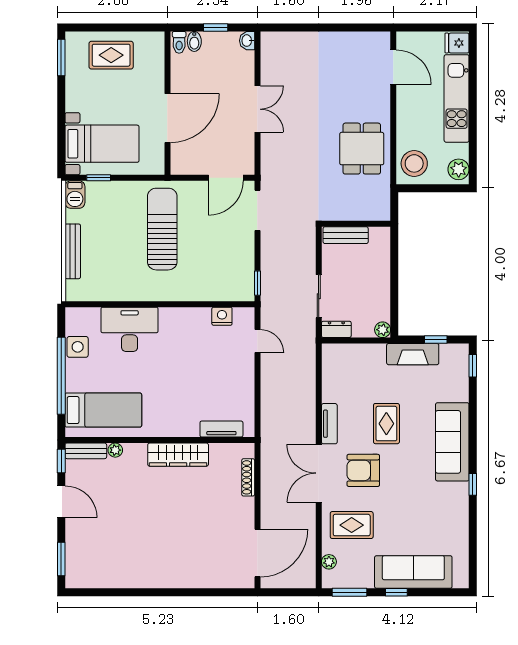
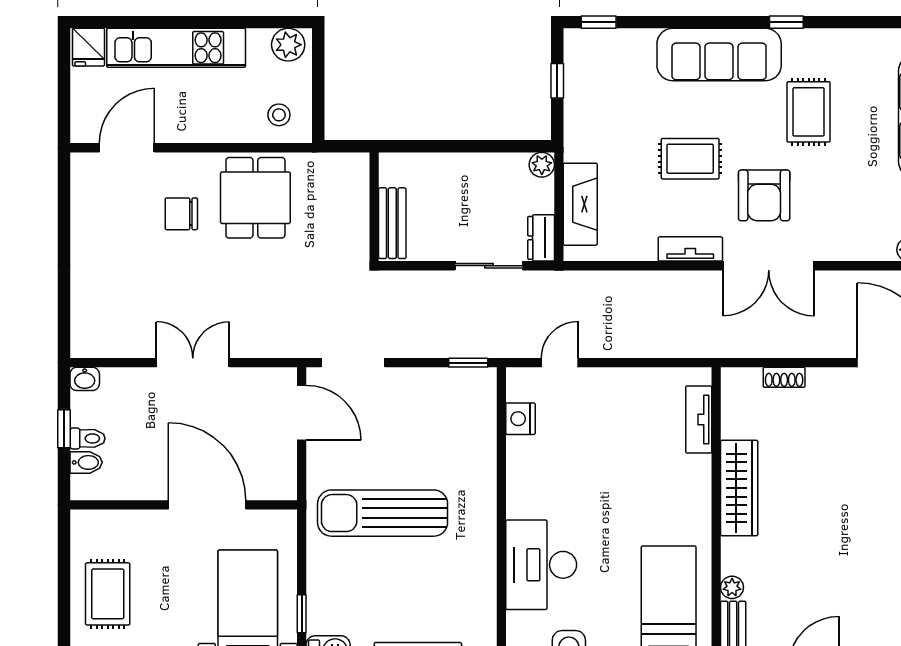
toilet: (179, 42) -> (87, 438), moved
chair: (352, 102) -> (181, 214), added
dining table: (362, 149) -> (255, 198), turned 90
stool: (414, 163) -> (279, 115), width x0.53, depth x0.53
fireplace: (413, 354) -> (580, 204), moved
shoe rack: (248, 477) -> (784, 377), width x0.70
rug: (352, 525) -> (809, 112), moved

